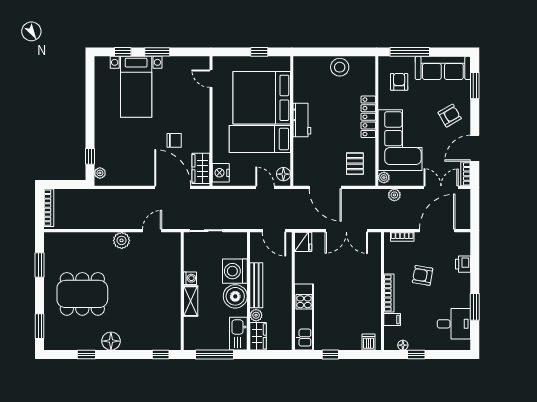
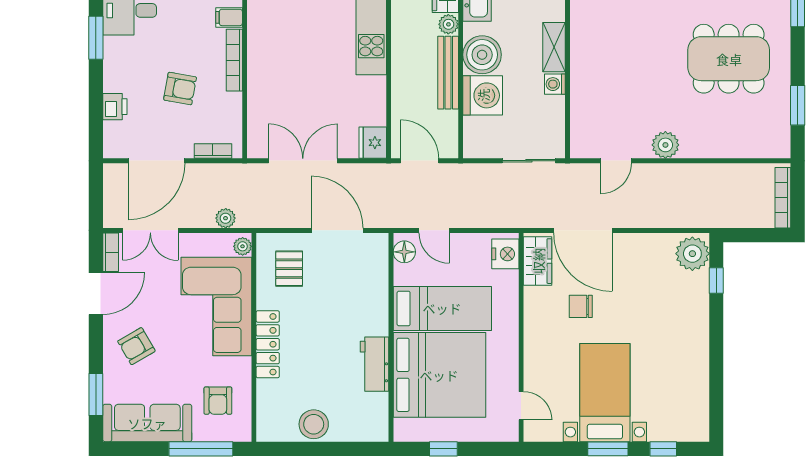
bed with nightstands: (136, 87) -> (605, 393), moved
workbench: (302, 120) -> (375, 364), moved
plant: (100, 173) -> (692, 254), width x1.87, depth x1.87

